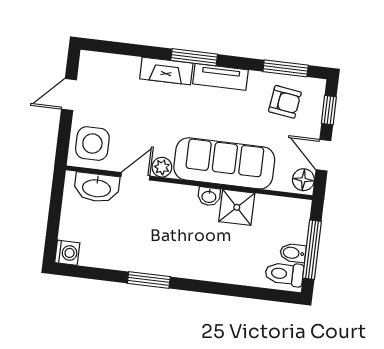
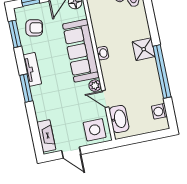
fireplace: (166, 71) -> (46, 136), moved
armchair: (285, 102) -> (34, 28), turned 93
shower: (237, 207) -> (144, 49), moved
washing machine: (67, 253) -> (159, 111), moved, turned -90
window: (149, 280) -> (162, 72), width x2.11

